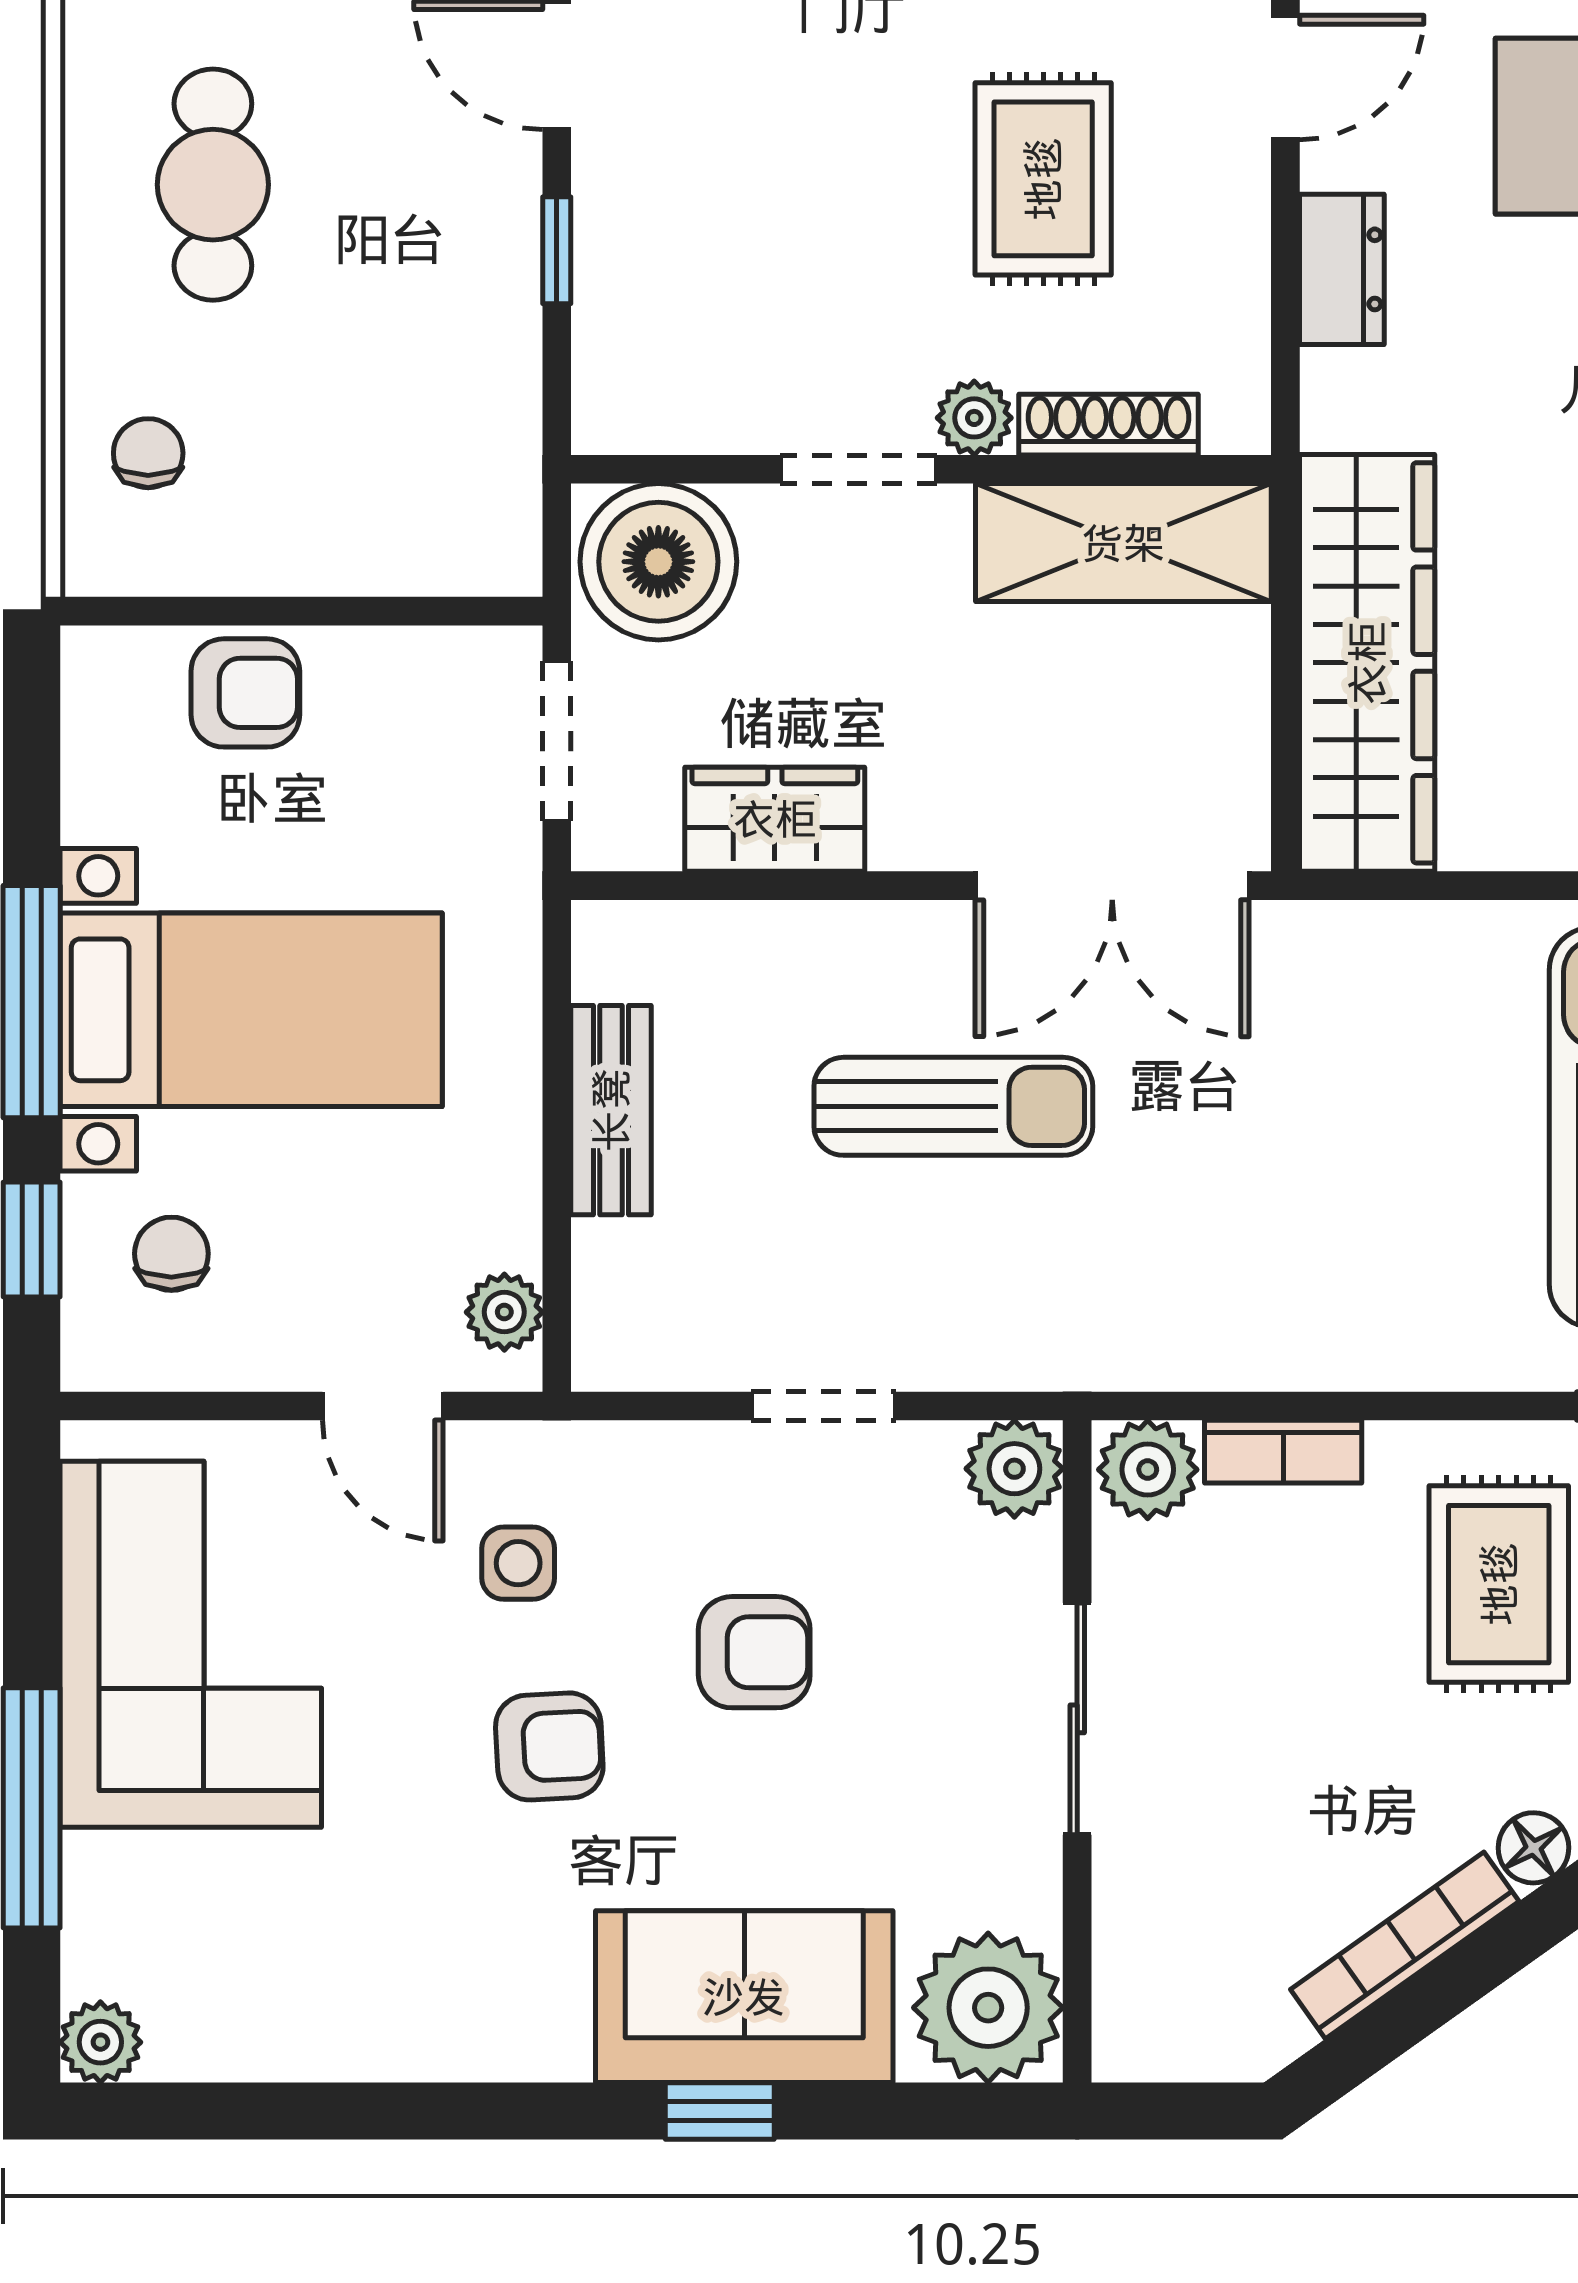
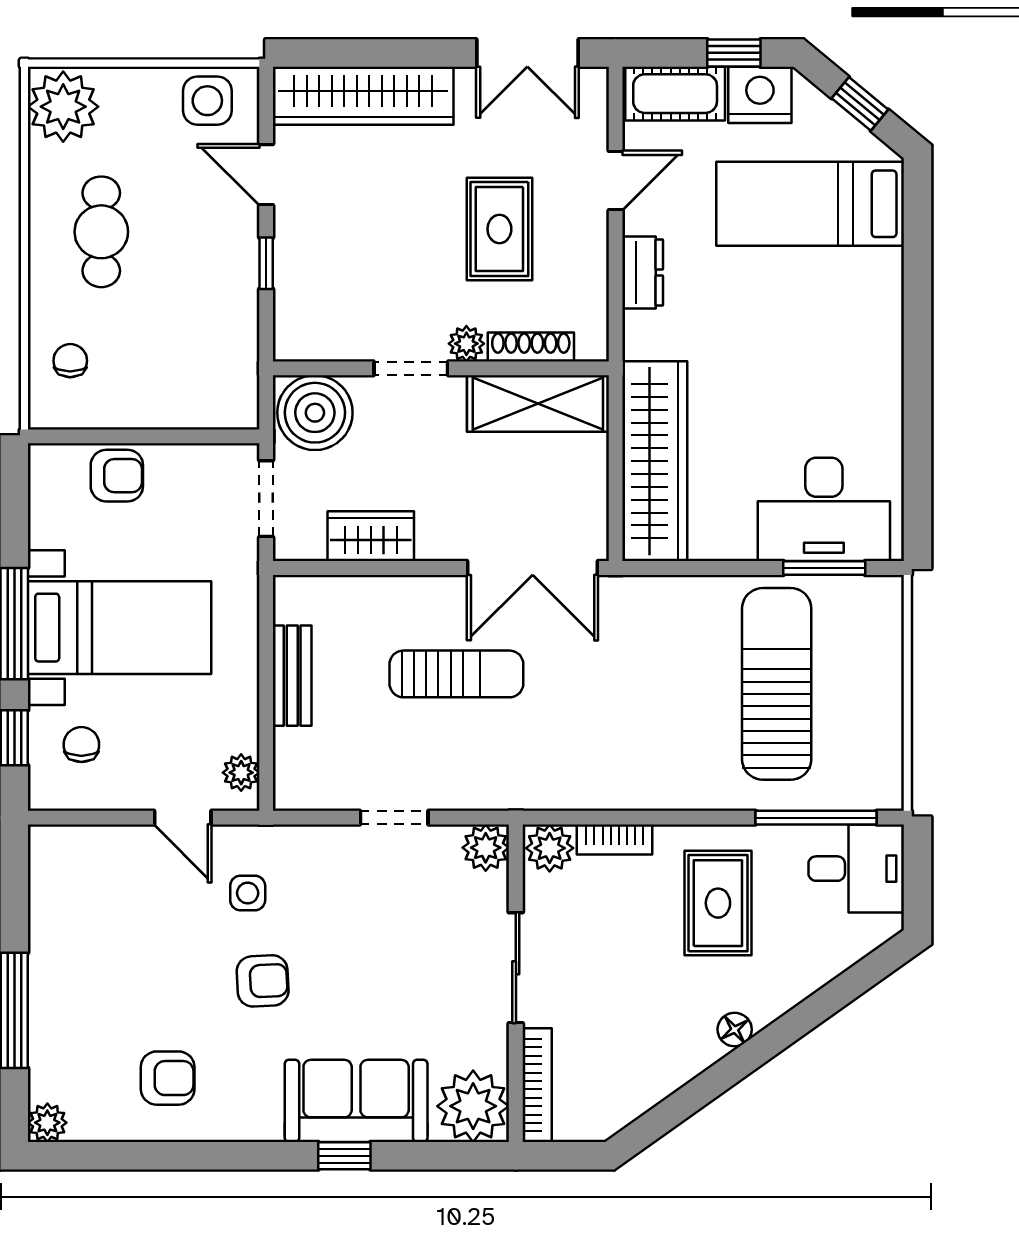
corner sofa: (191, 1644) -> (91, 932), removed
armchair: (754, 1652) -> (168, 1078), moved
bookcase: (1405, 1945) -> (537, 1085), moved, turned 125

